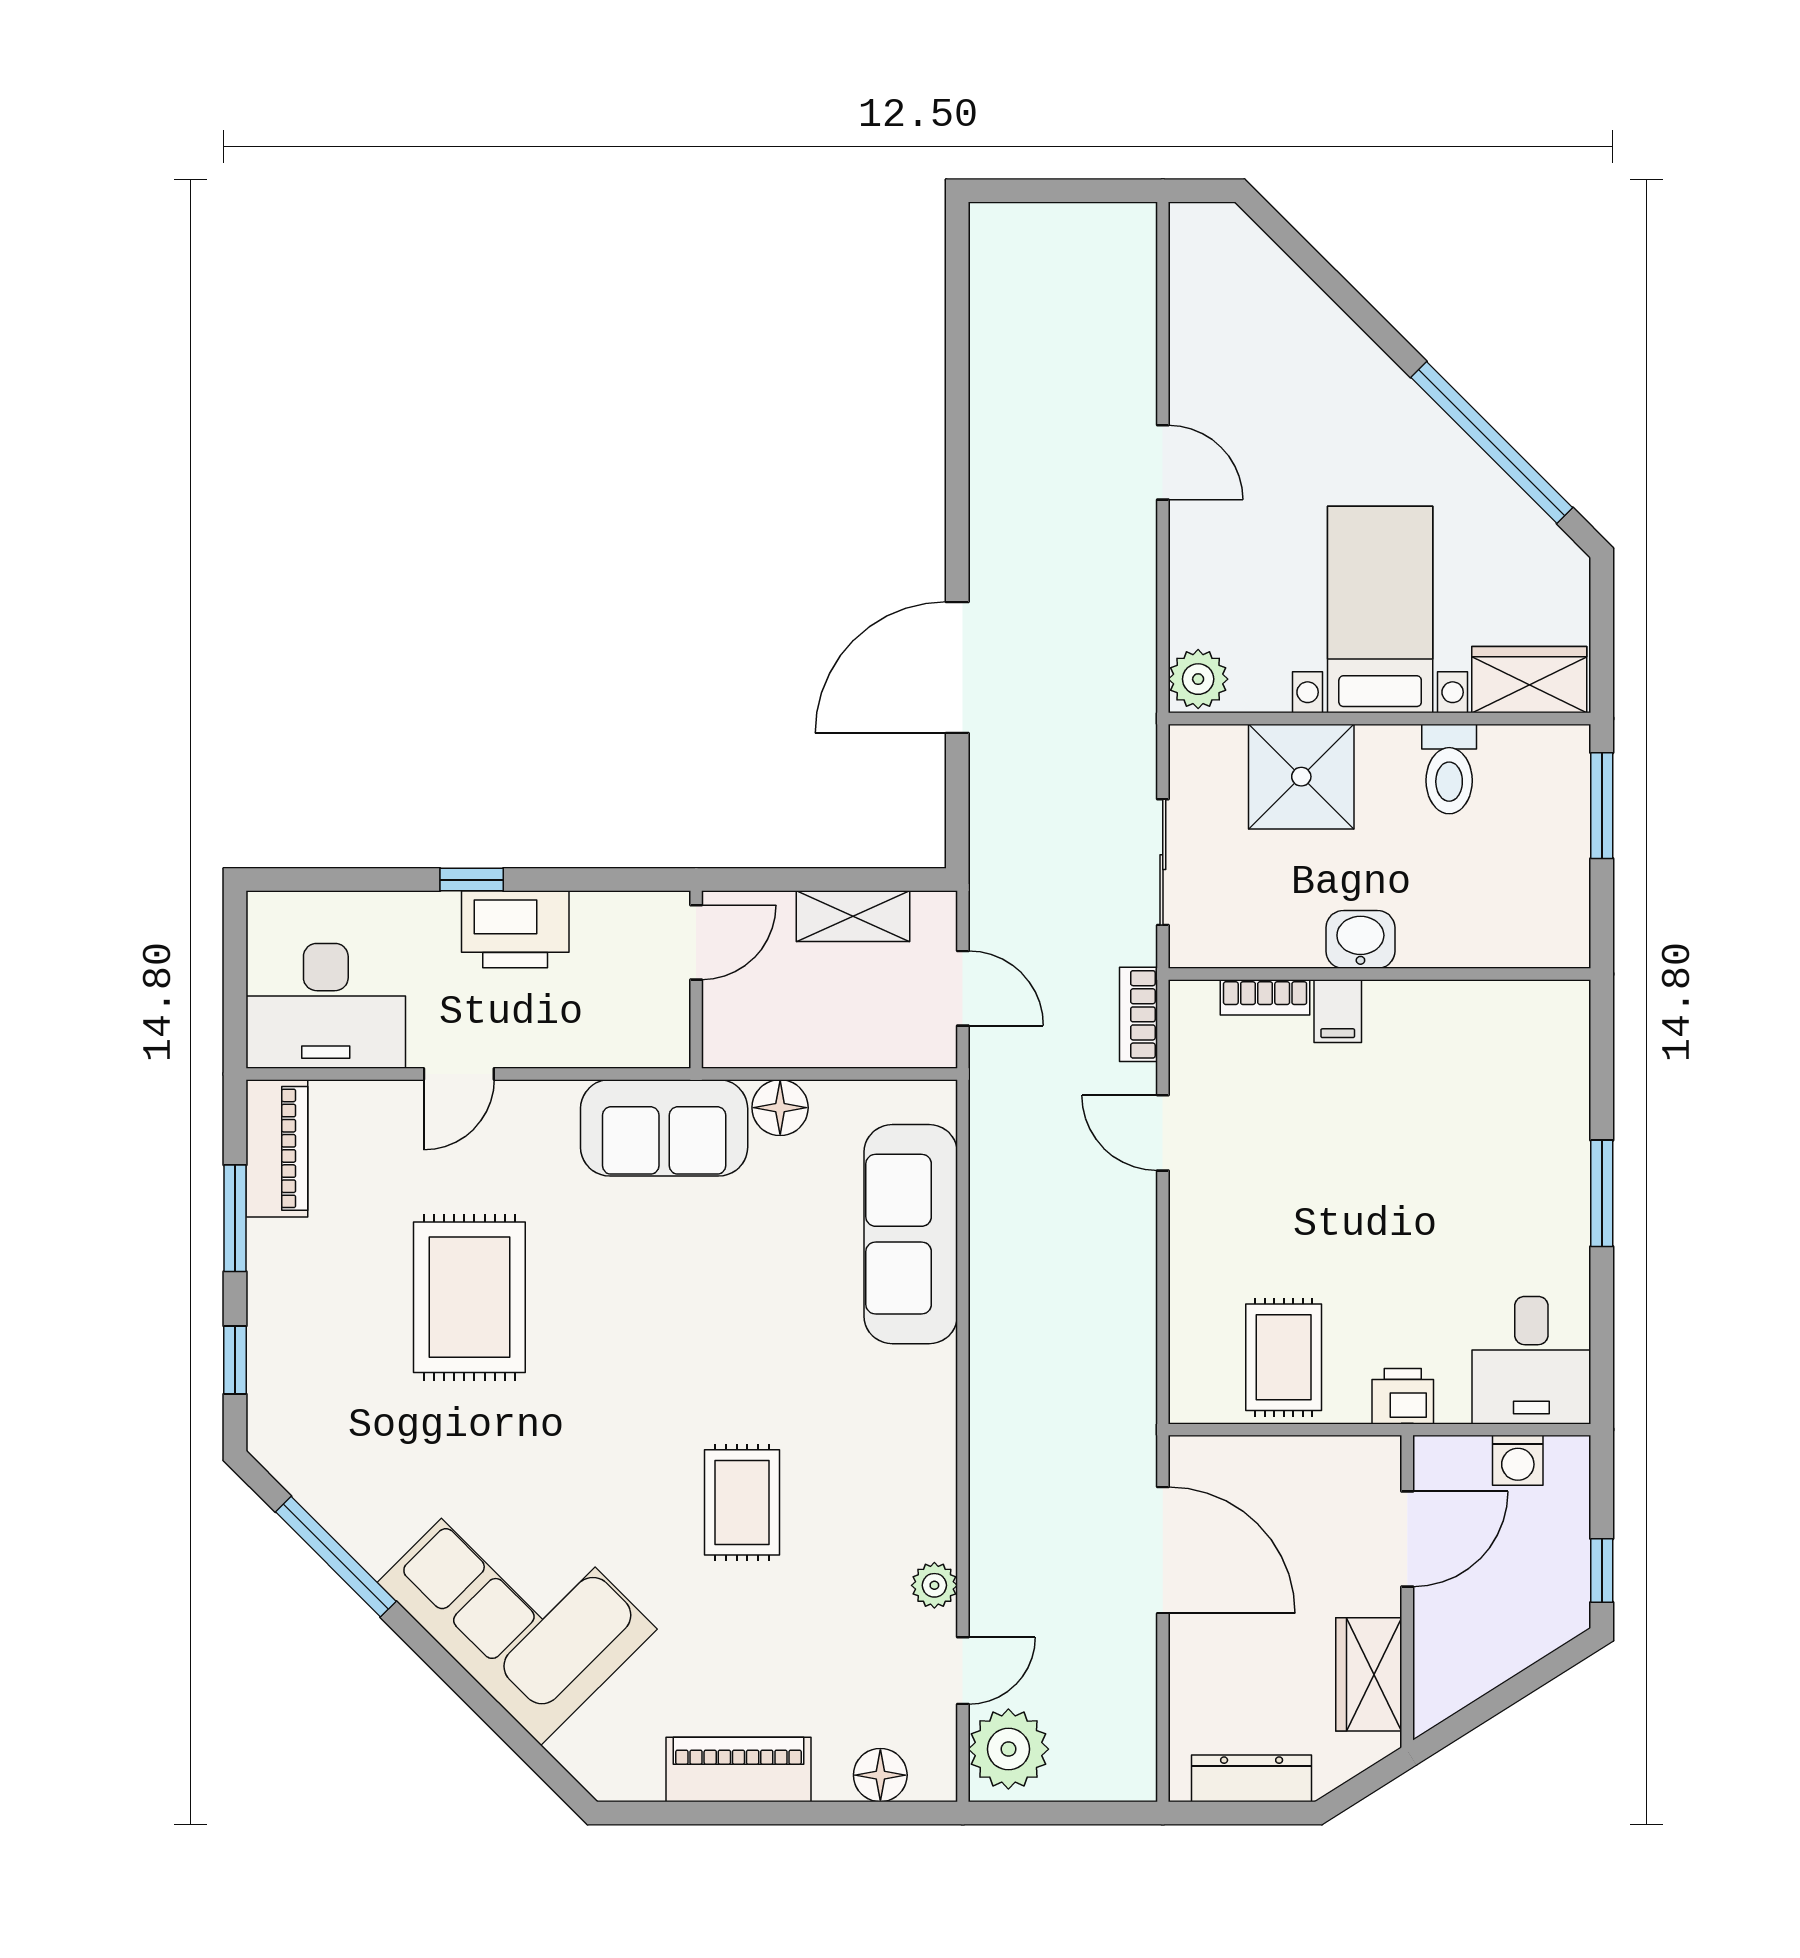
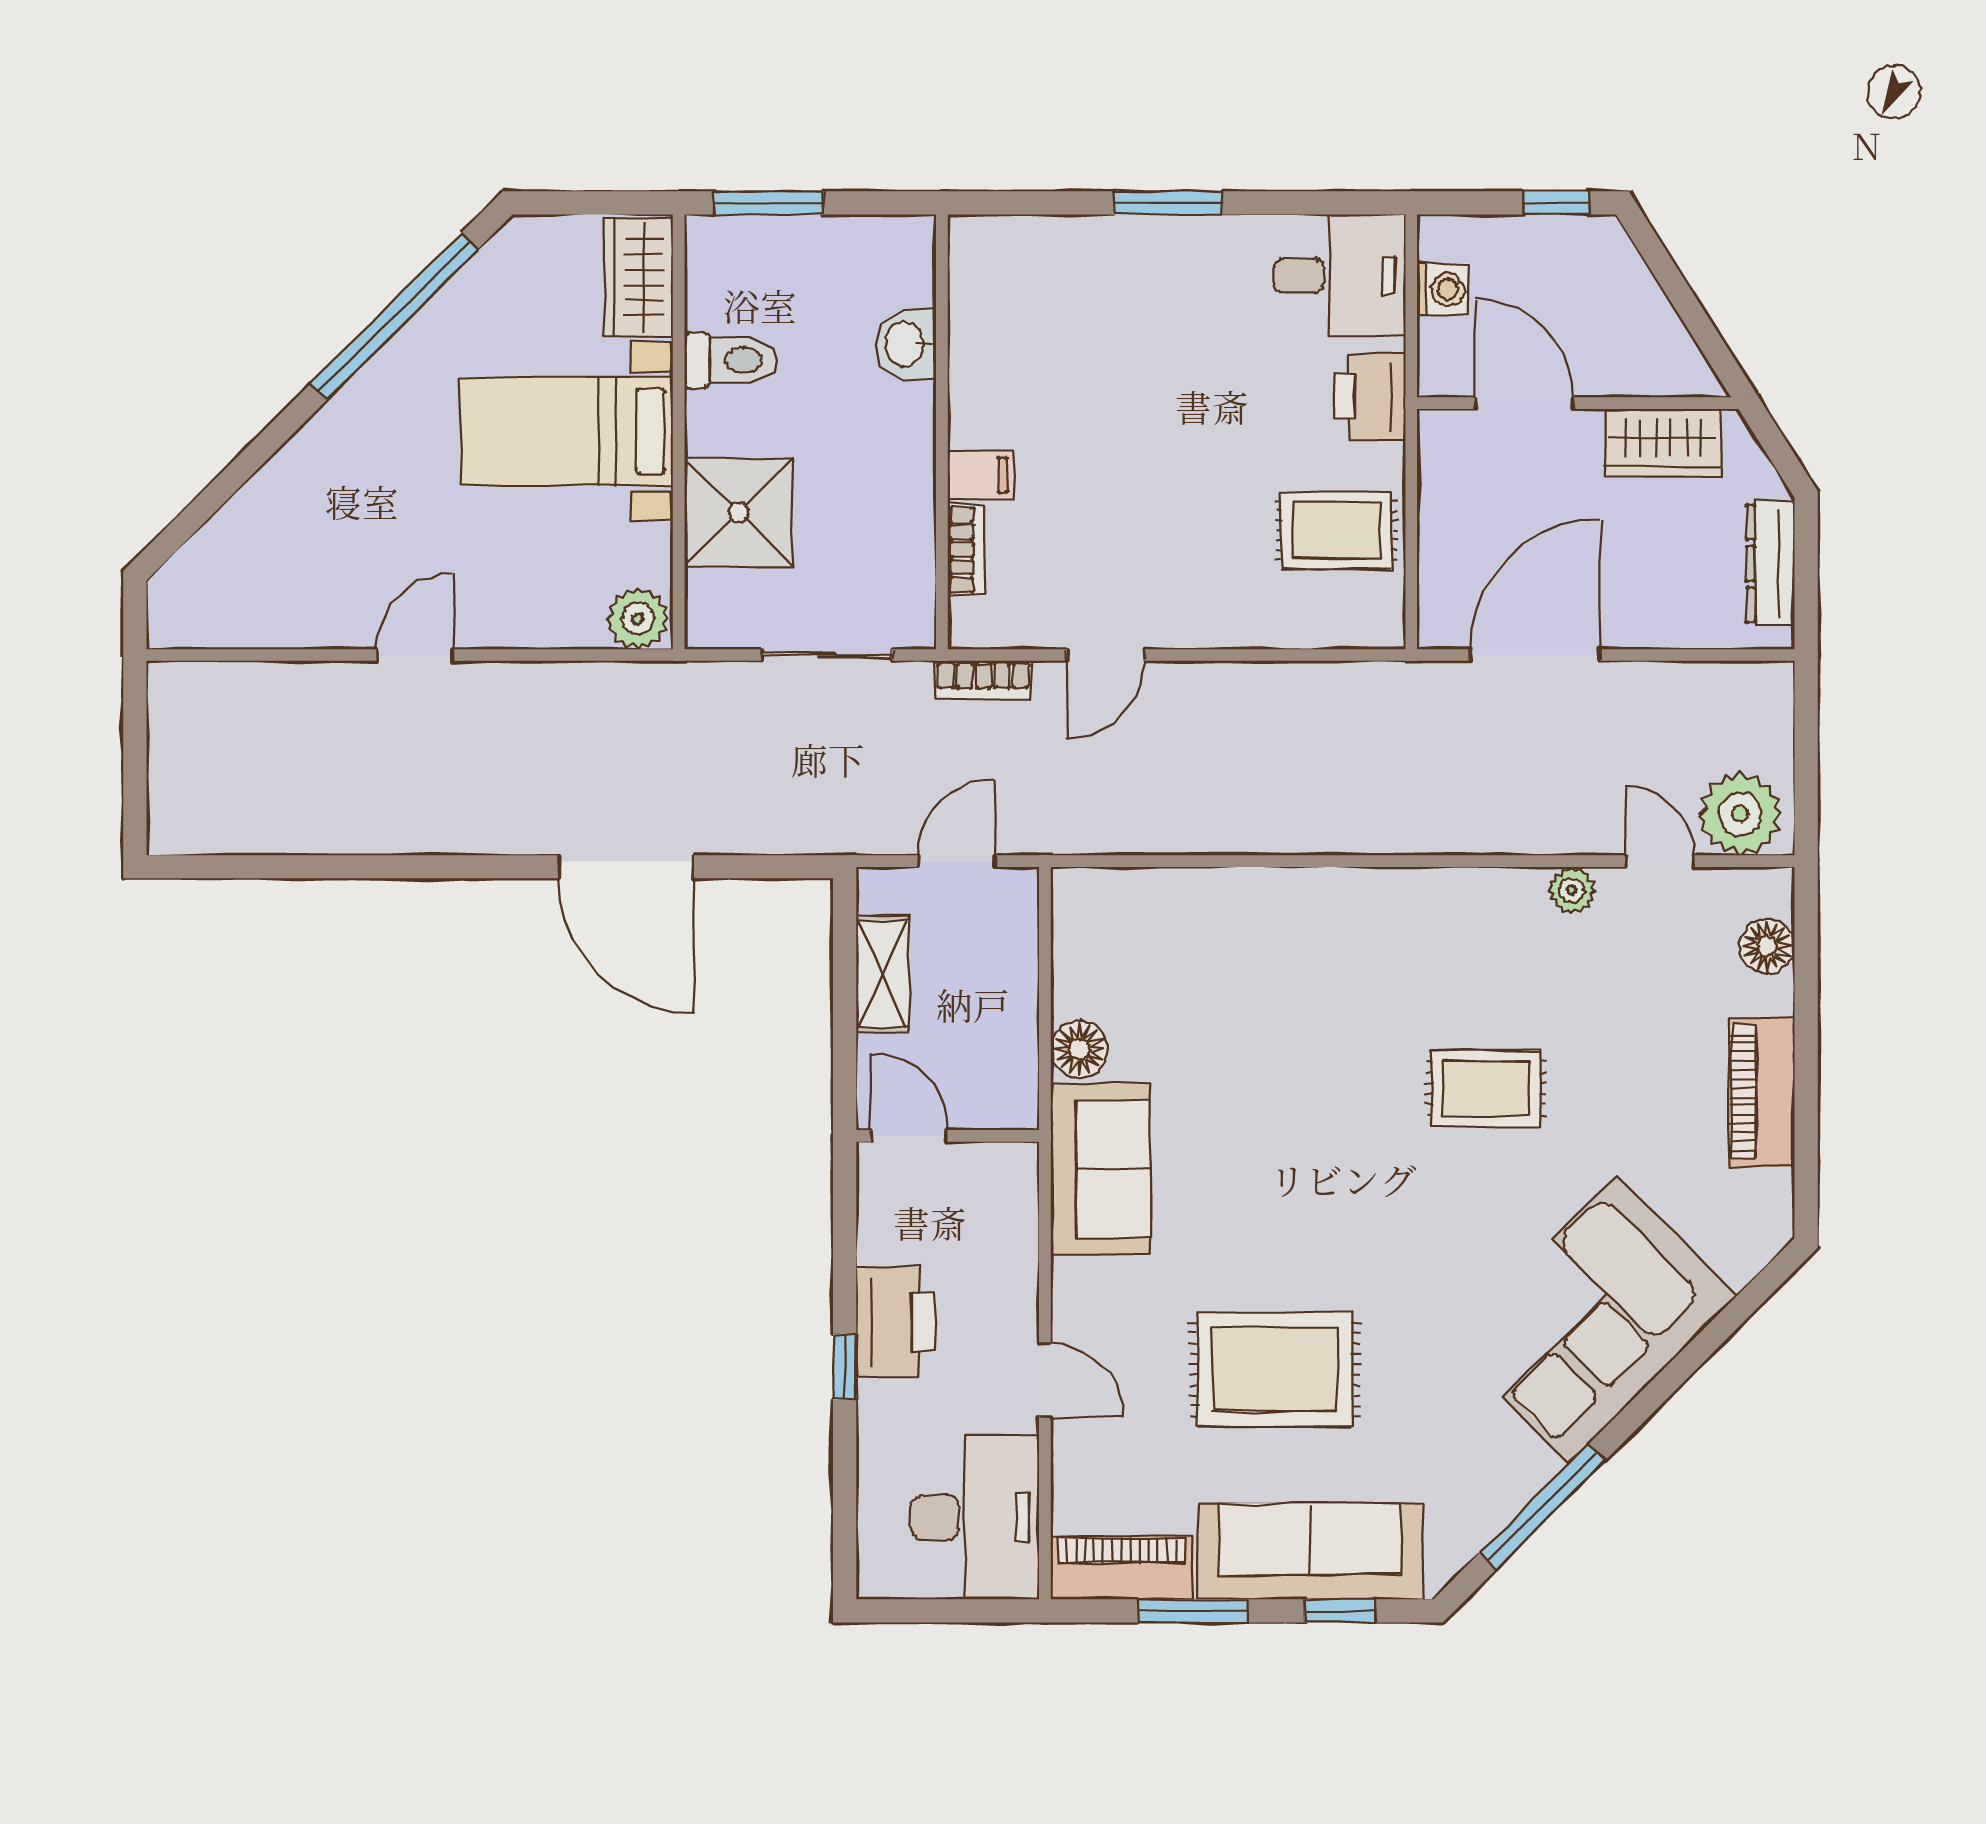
washbasin: (1360, 939) -> (906, 344), moved
sofa: (911, 1234) -> (1310, 1551), moved, turned 180
printer: (1403, 1396) -> (1370, 396), width x1.36, depth x1.24

